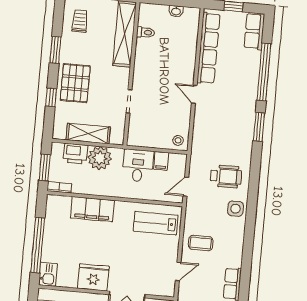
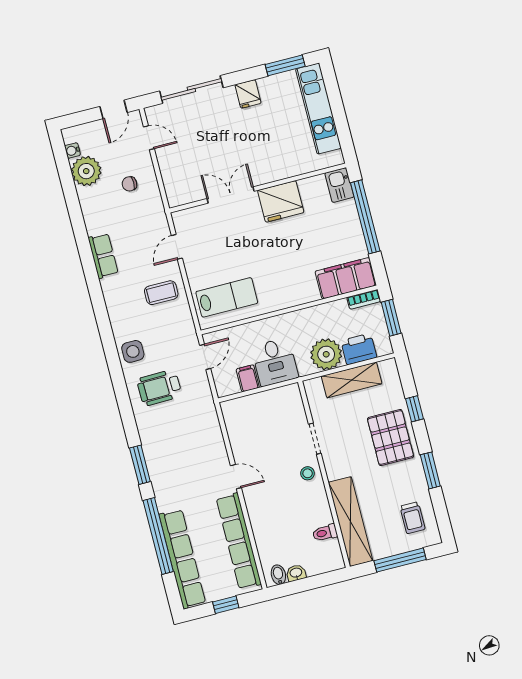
bidet: (189, 14) -> (278, 575), added
row of seats: (254, 31) -> (182, 559), width x2.02
stool: (178, 140) -> (308, 473), moved
filing cabinet: (92, 209) -> (346, 278), moved

